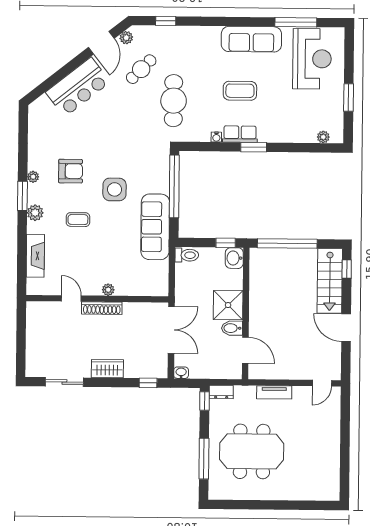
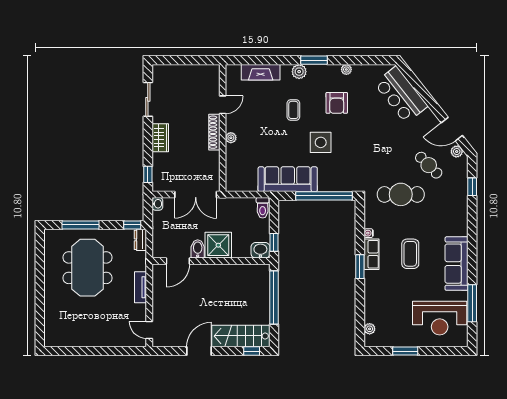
bar counter: (78, 87) -> (401, 95), moved
plant: (33, 177) -> (346, 69), moved

